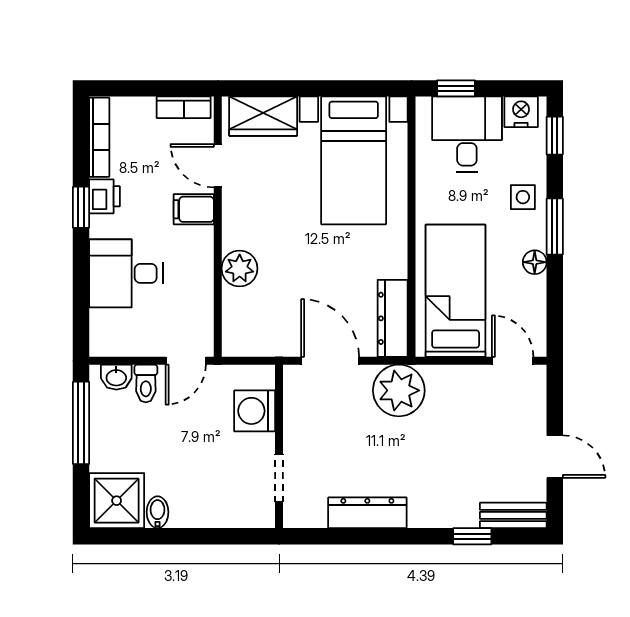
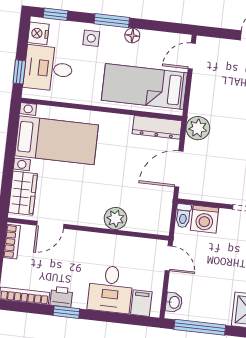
filing cabinet: (194, 209) -> (141, 303), moved, turned 180
toilet: (146, 384) -> (183, 216), moved, turned 90
plant: (399, 390) -> (198, 128), width x0.73, depth x0.73

